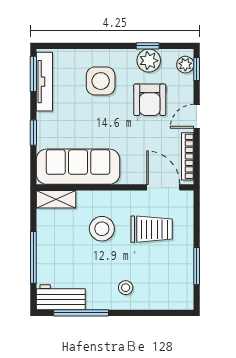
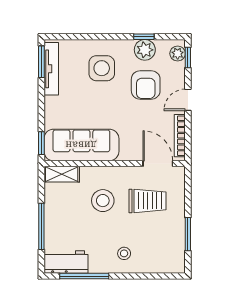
window: (33, 133) -> (41, 143), moved

